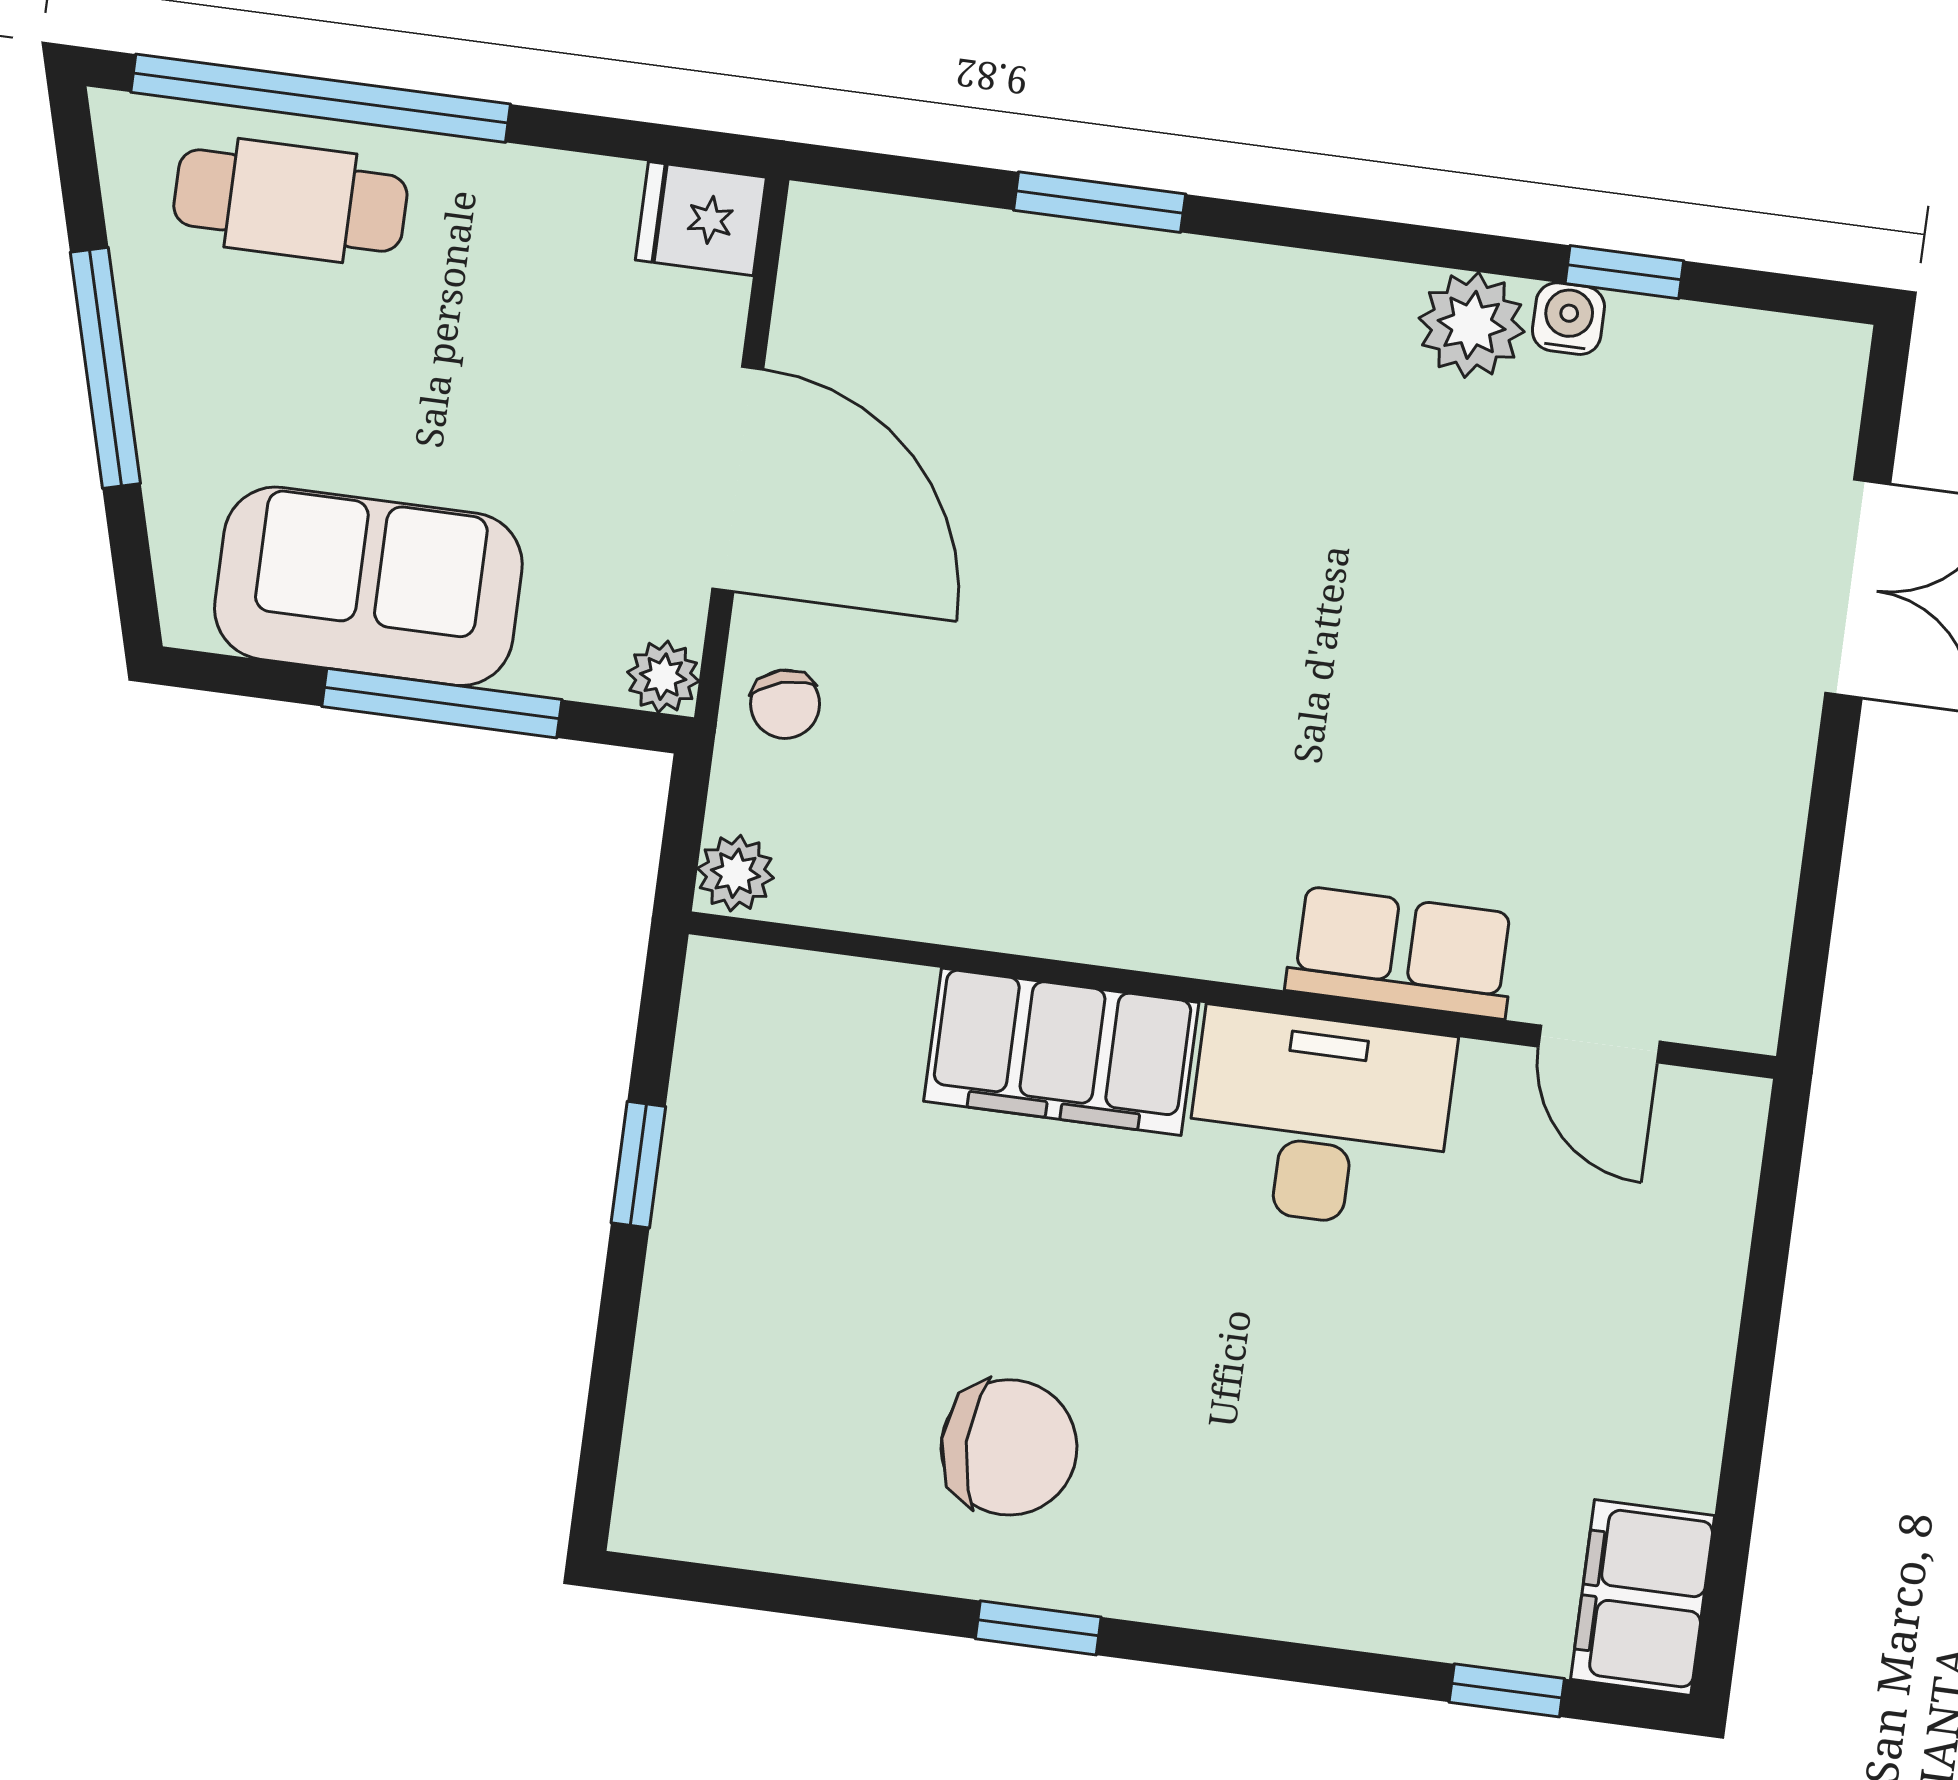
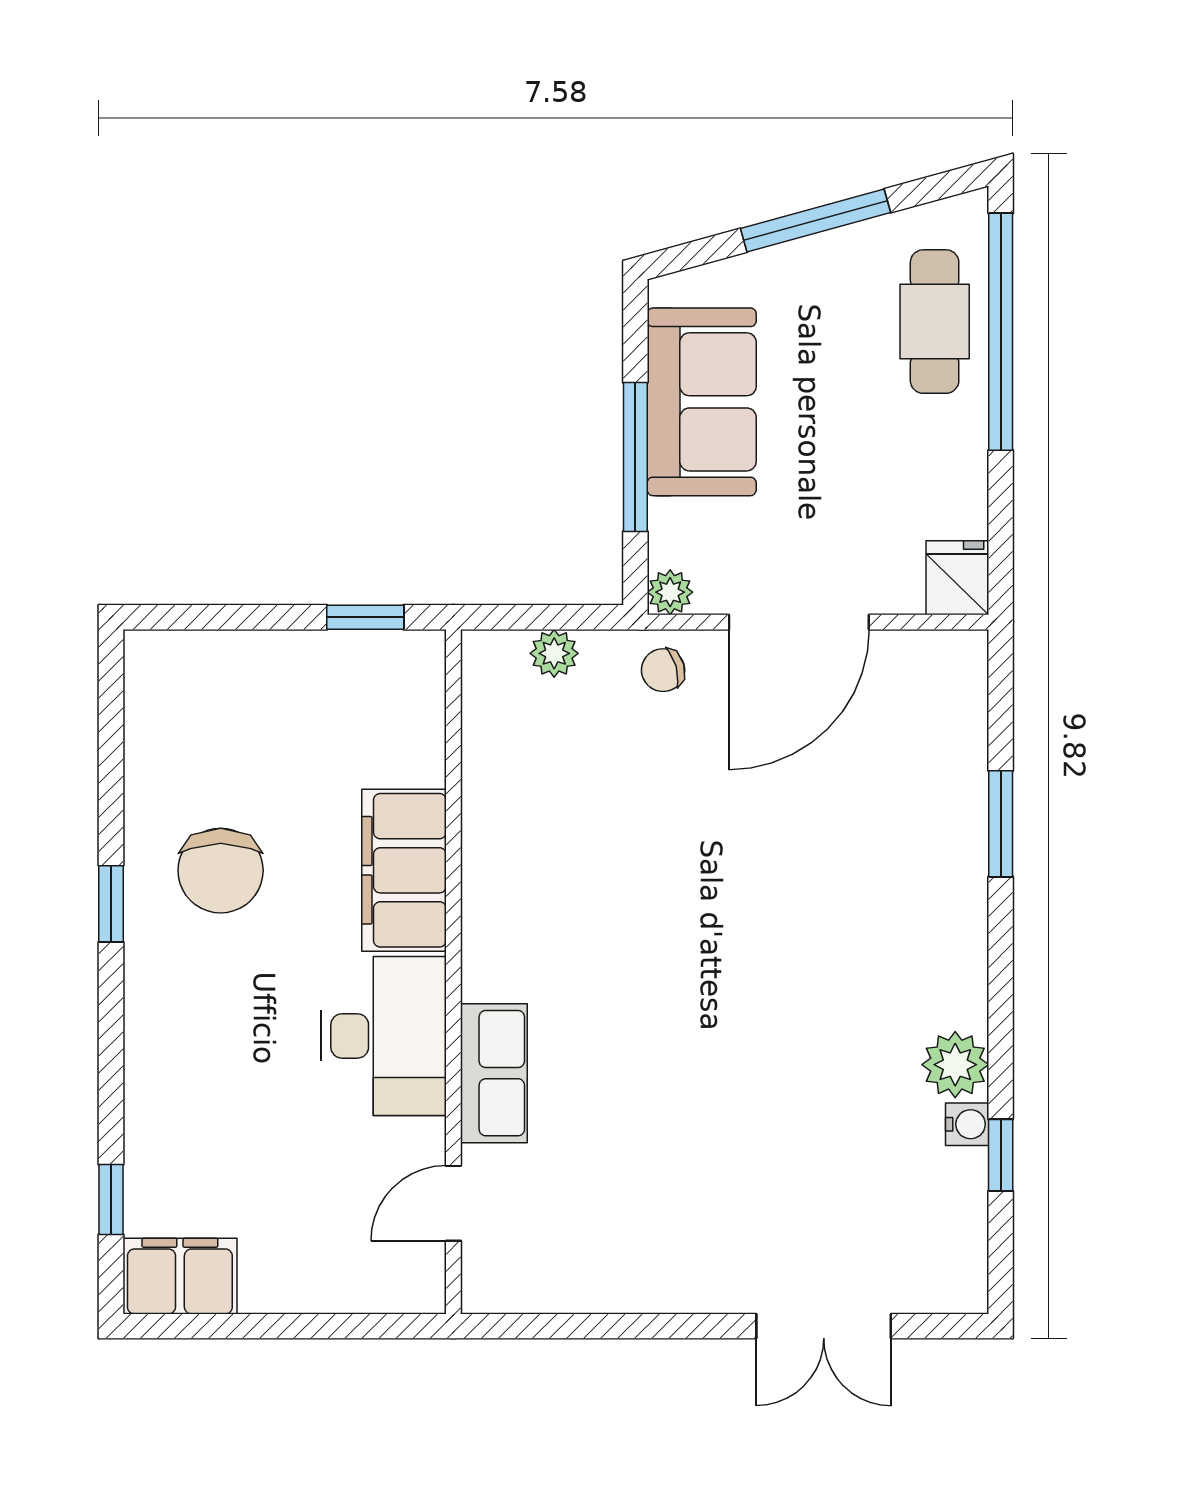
row of seats: (1402, 952) -> (494, 1073), moved
wall: (1232, 995) -> (453, 972), moved
door: (1599, 1044) -> (453, 1203), moved
filing cabinet: (1061, 1052) -> (404, 870), moved
desk: (1319, 1119) -> (383, 1036), moved

